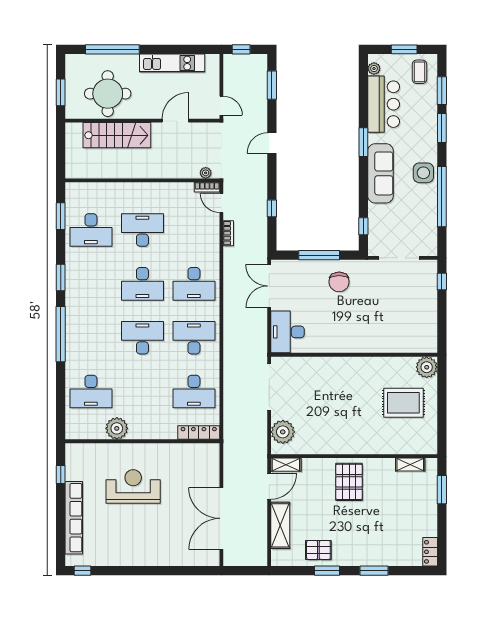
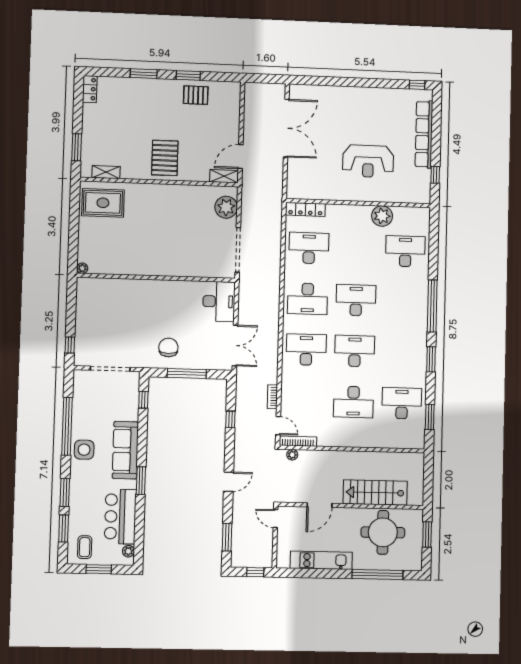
bookcase: (207, 187) -> (298, 441), width x1.56
desk: (142, 338) -> (356, 300), turned 180
plant: (427, 367) -> (82, 268), width x0.53, depth x0.53
rug: (403, 403) -> (103, 203), moved
shelving: (280, 525) -> (231, 120), removed

